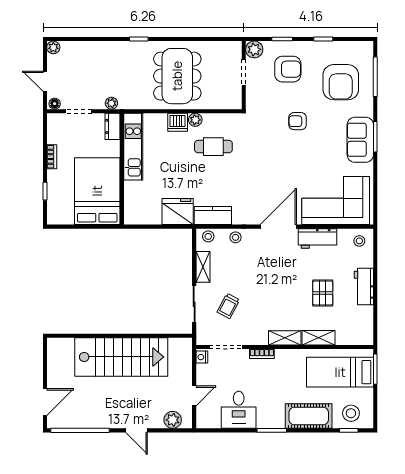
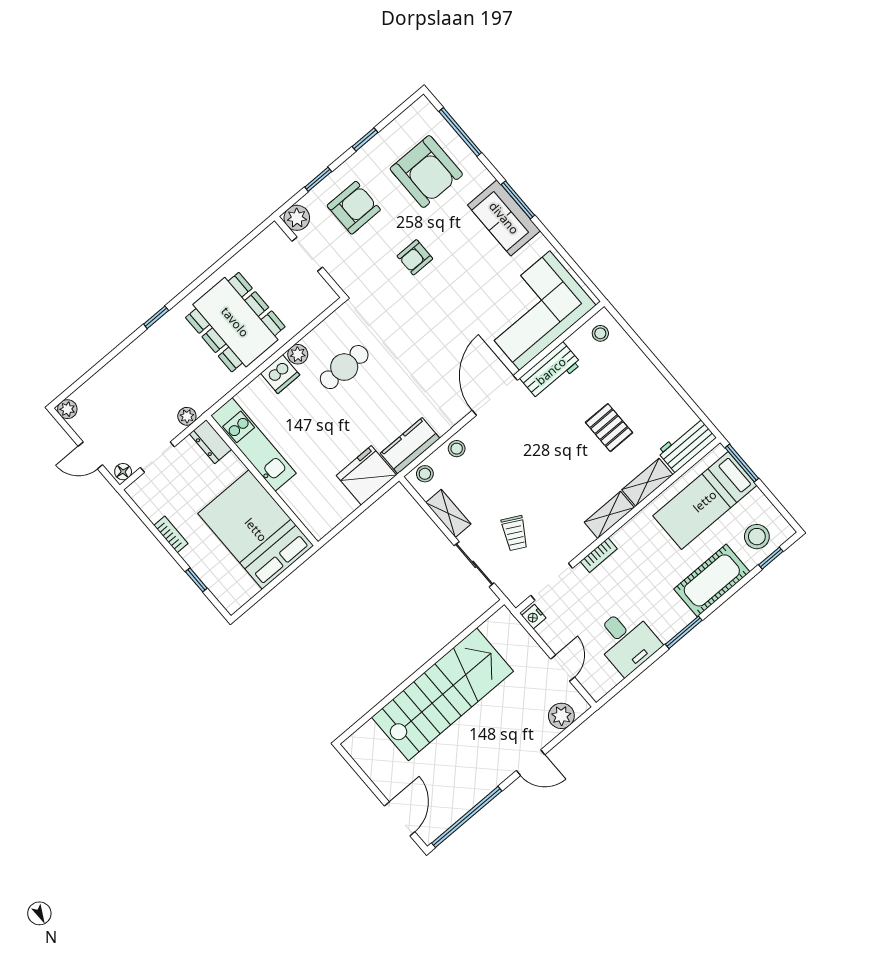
workbench: (364, 287) -> (687, 445), moved, turned 90

